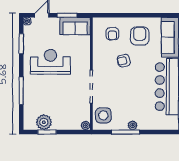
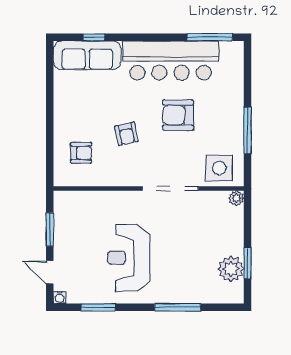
sofa: (75, 26) -> (68, 216), removed
armchair: (140, 36) -> (178, 115), moved
plant: (133, 125) -> (236, 119), removed

